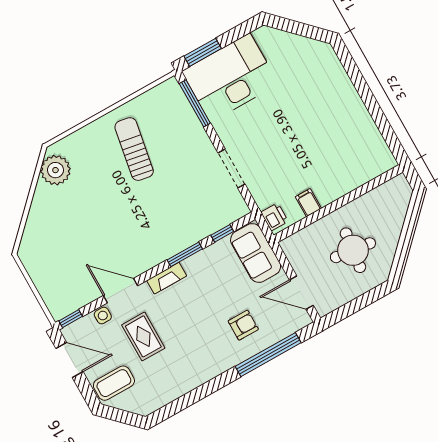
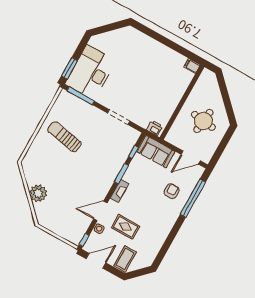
plant: (55, 170) -> (38, 193), moved
filing cabinet: (308, 203) -> (192, 66), moved

